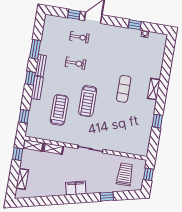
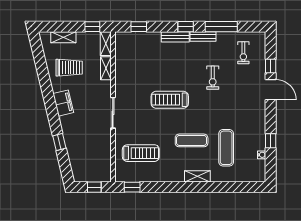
exercise bike: (79, 37) -> (243, 53), moved
window: (35, 49) -> (221, 27), width x1.44
exercise mat: (134, 62) -> (226, 148), added
treadmill: (59, 110) -> (141, 153), moved
window: (157, 121) -> (132, 187), moved
trolley: (125, 174) -> (69, 68), moved

